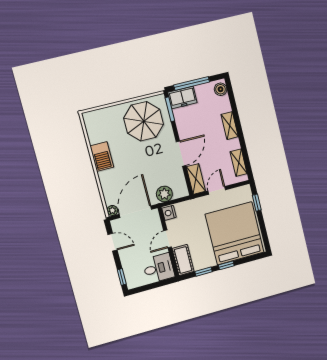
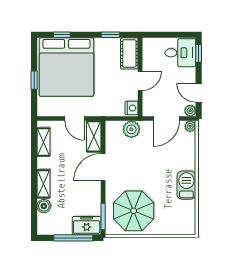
boiler: (221, 89) -> (44, 206), moved
door: (217, 190) -> (74, 119), hinge flipped
window: (257, 203) -> (34, 80), moved
door: (136, 212) -> (166, 119), width x0.73
plant: (116, 224) -> (190, 111), added
window: (226, 265) -> (62, 35), moved
desk: (159, 268) -> (180, 53), moved, turned 180

